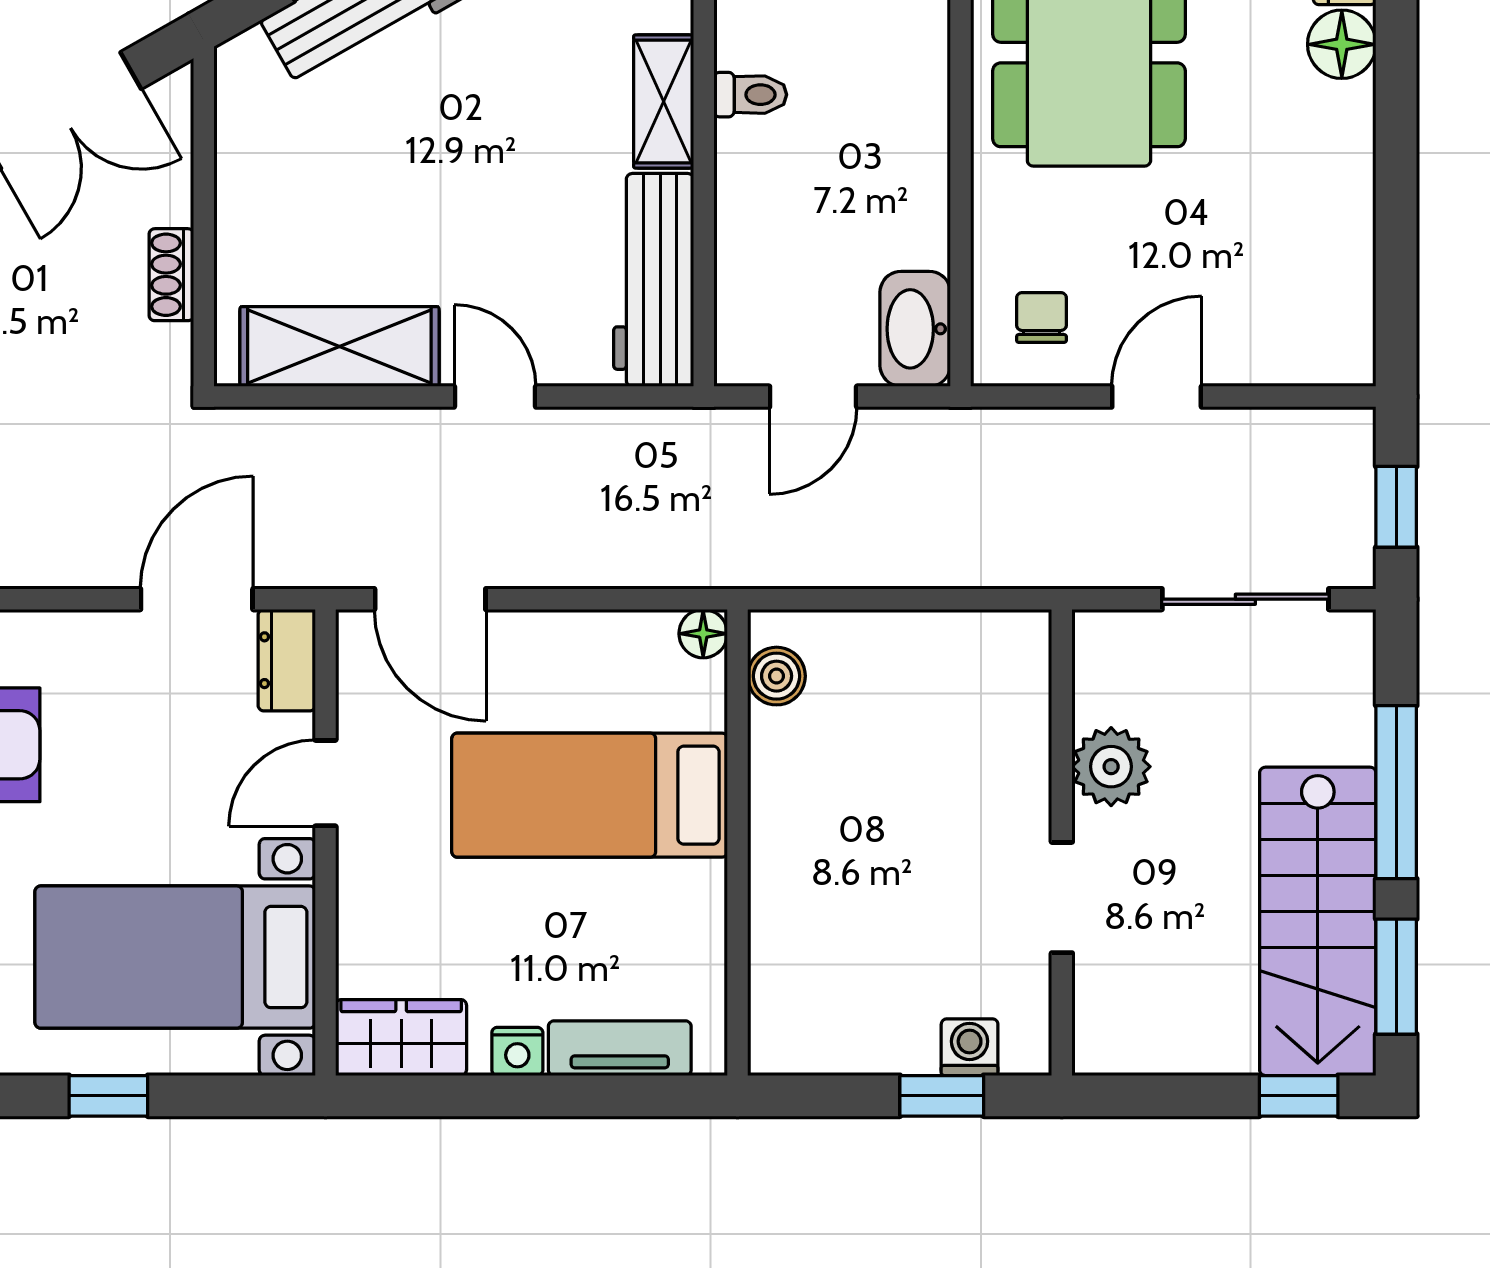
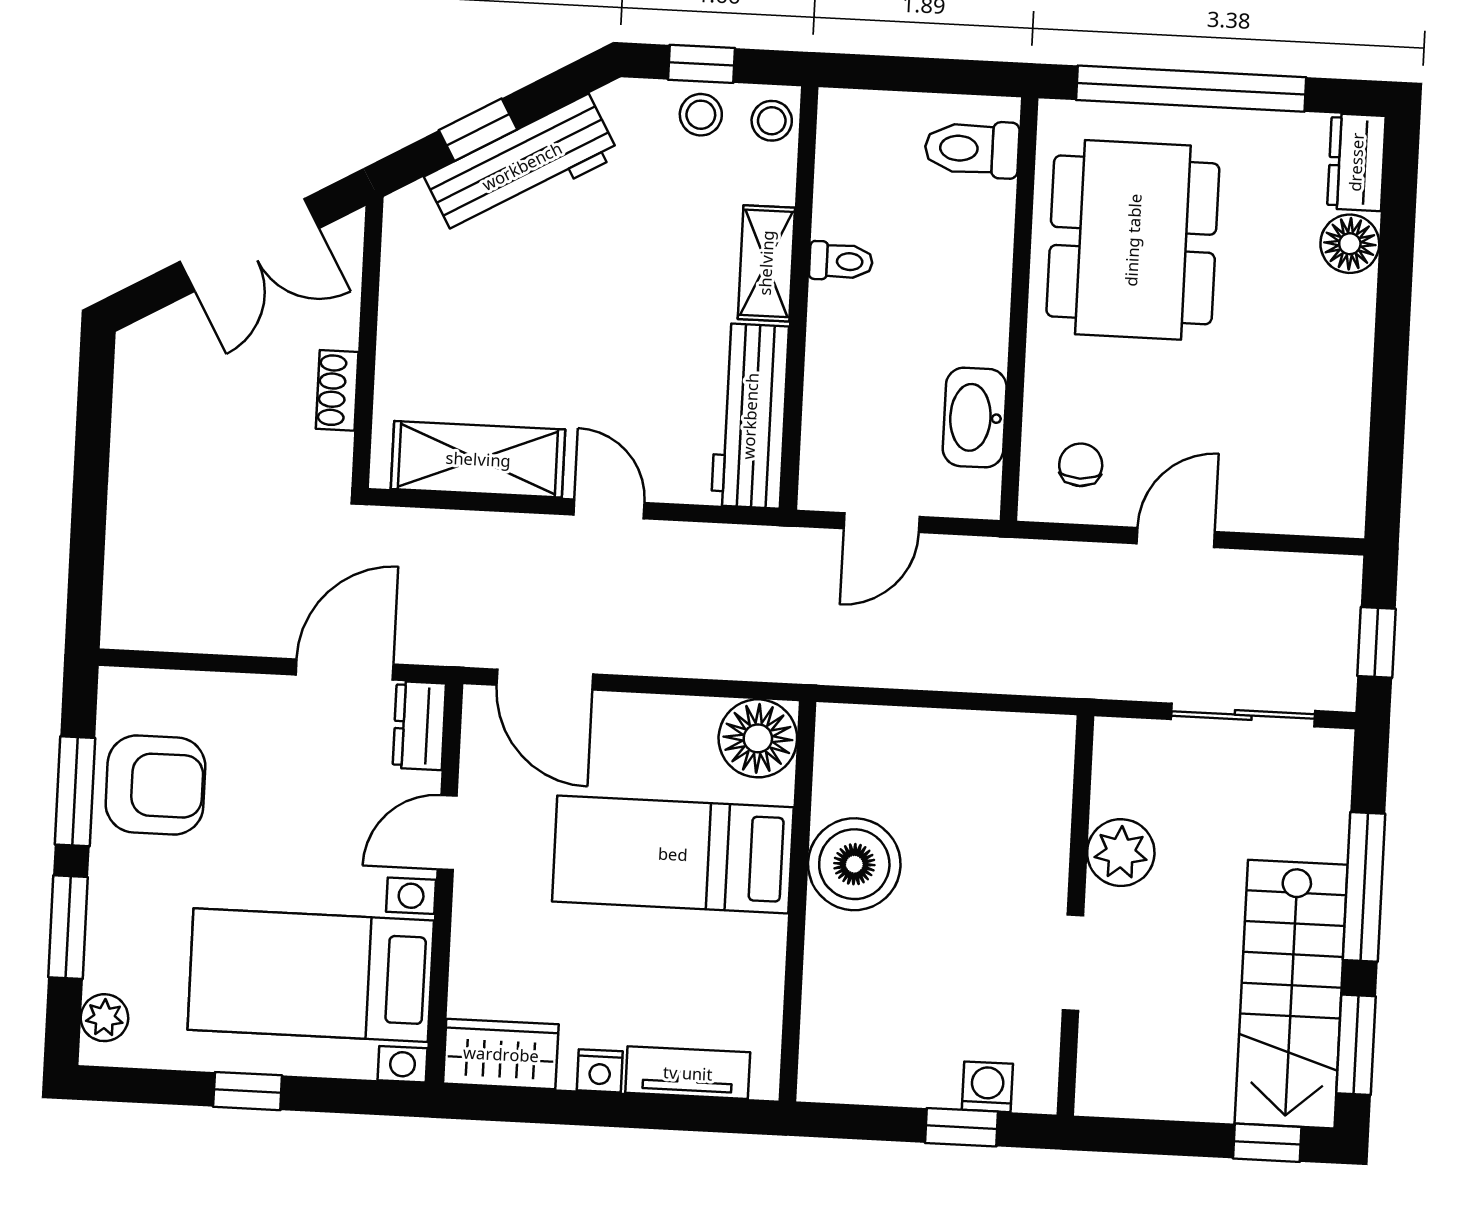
washbasin: (915, 329) -> (975, 418), moved
floor lamp: (703, 634) -> (758, 738), width x1.89, depth x1.89
boiler: (777, 676) -> (854, 864), moved, width x1.86, depth x1.86

